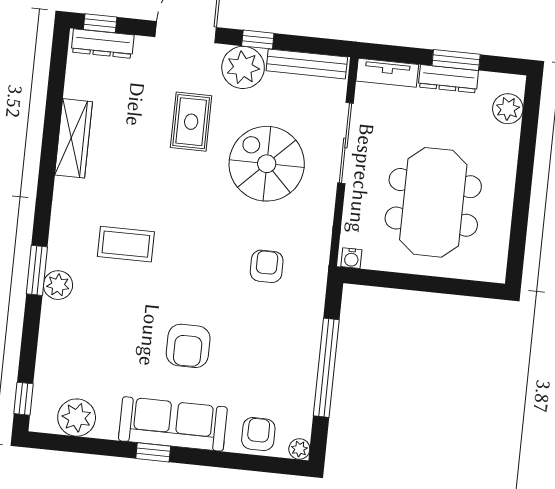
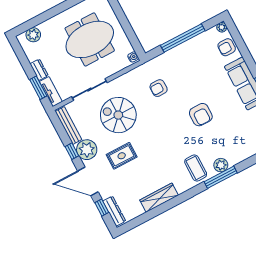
window: (100, 23) -> (102, 208), moved
window: (456, 60) -> (38, 88), moved
dresser: (448, 79) -> (39, 70), width x0.70
spiral stairs: (267, 164) -> (118, 115), turned 90
coffee table: (126, 244) -> (196, 168), moved
window: (37, 270) -> (221, 177), width x1.44
armchair: (188, 346) -> (201, 115), moved, turned 90

